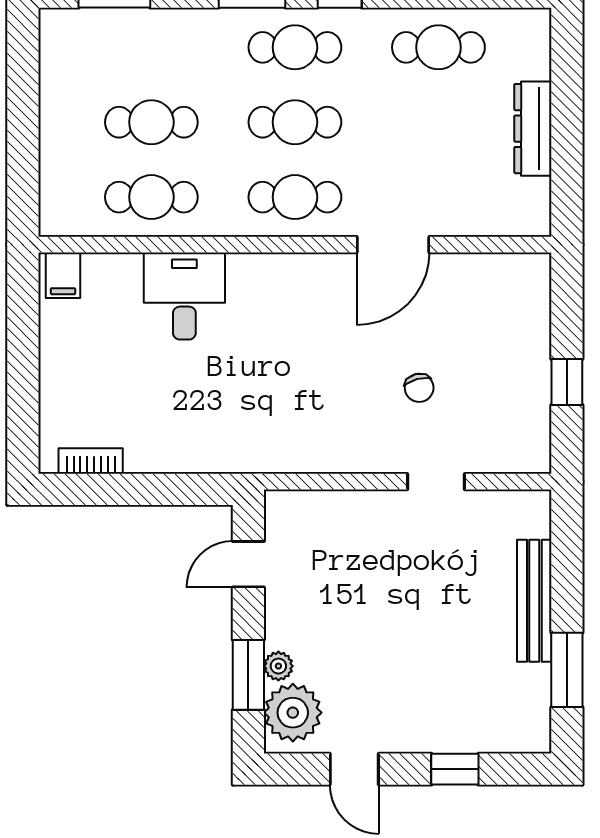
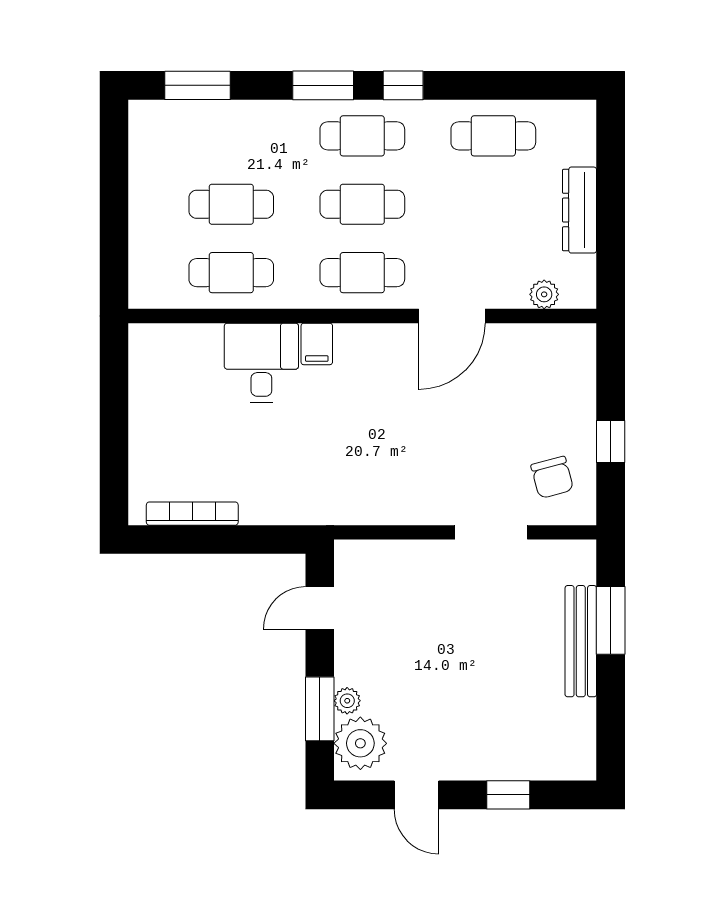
plant: (494, 221) -> (544, 294), added
filing cabinet: (63, 275) -> (317, 344), moved
chair: (419, 388) -> (552, 477), moved, width x1.37, depth x1.37
bookcase: (91, 461) -> (192, 514), width x1.56
doorway: (436, 482) -> (491, 532), width x1.38
window: (567, 670) -> (611, 620), moved

